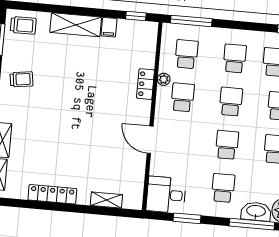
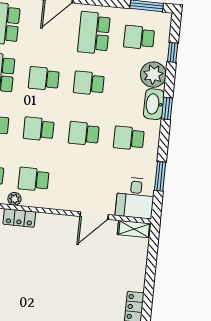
door: (150, 140) -> (94, 216), moved
shelving: (106, 200) -> (134, 229), moved, turned 90
window: (252, 224) -> (167, 109), width x0.46

